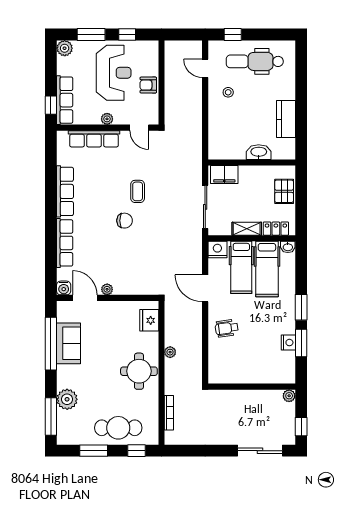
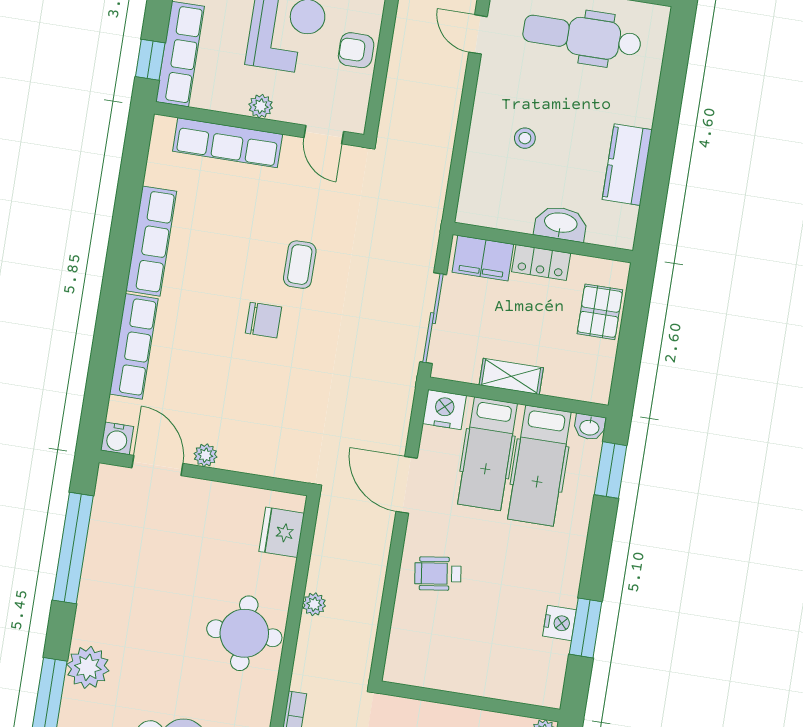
stool: (228, 92) -> (525, 138), moved
locker: (276, 229) -> (541, 263), moved, turned 180
window: (301, 307) -> (611, 470), moved
sofa: (69, 343) -> (109, 553), removed

